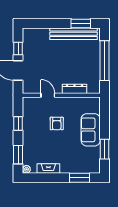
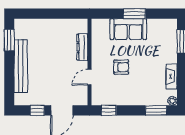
bench: (73, 34) -> (21, 66), moved
window: (104, 61) -> (51, 14), removed
window: (18, 124) -> (109, 110), moved
window: (104, 149) -> (134, 14), moved

